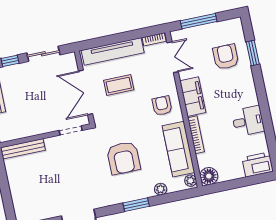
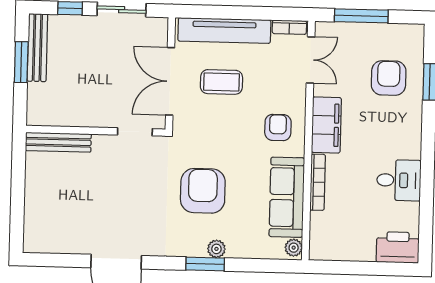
armchair: (123, 158) -> (203, 191), turned 180
floor lamp: (209, 176) -> (322, 247), removed
plant: (161, 189) -> (216, 249), moved

